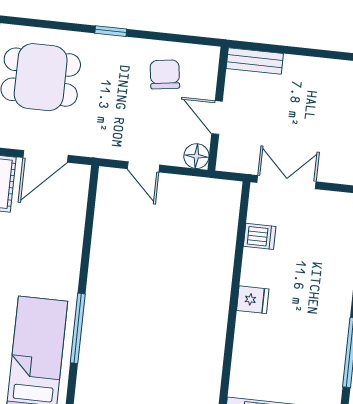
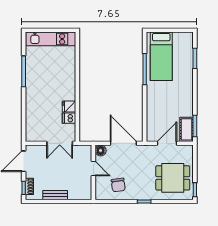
bench: (255, 61) -> (55, 195), moved
door: (143, 167) -> (123, 143), width x1.88
fridge: (253, 300) -> (69, 107), moved

